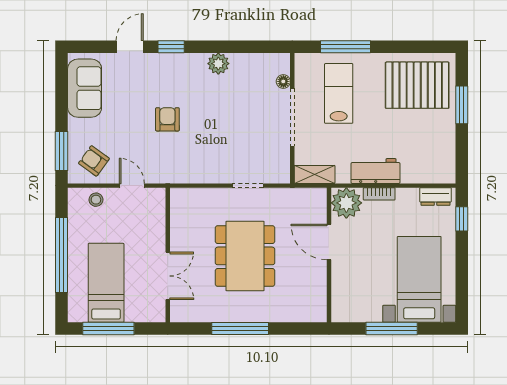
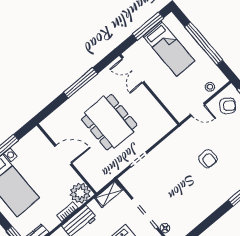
plant: (218, 64) -> (206, 209), removed
door: (329, 242) -> (63, 155), moved
double door: (168, 276) -> (133, 70), moved

